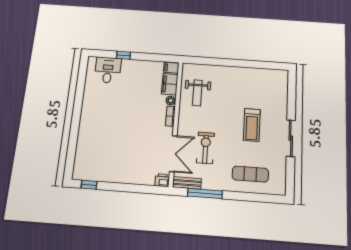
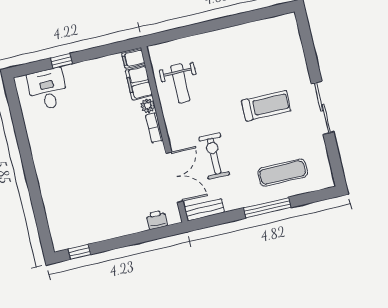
treadmill: (252, 125) -> (266, 106), turned -90
printer: (162, 180) -> (157, 220), moved
window: (205, 194) -> (267, 208), moved

